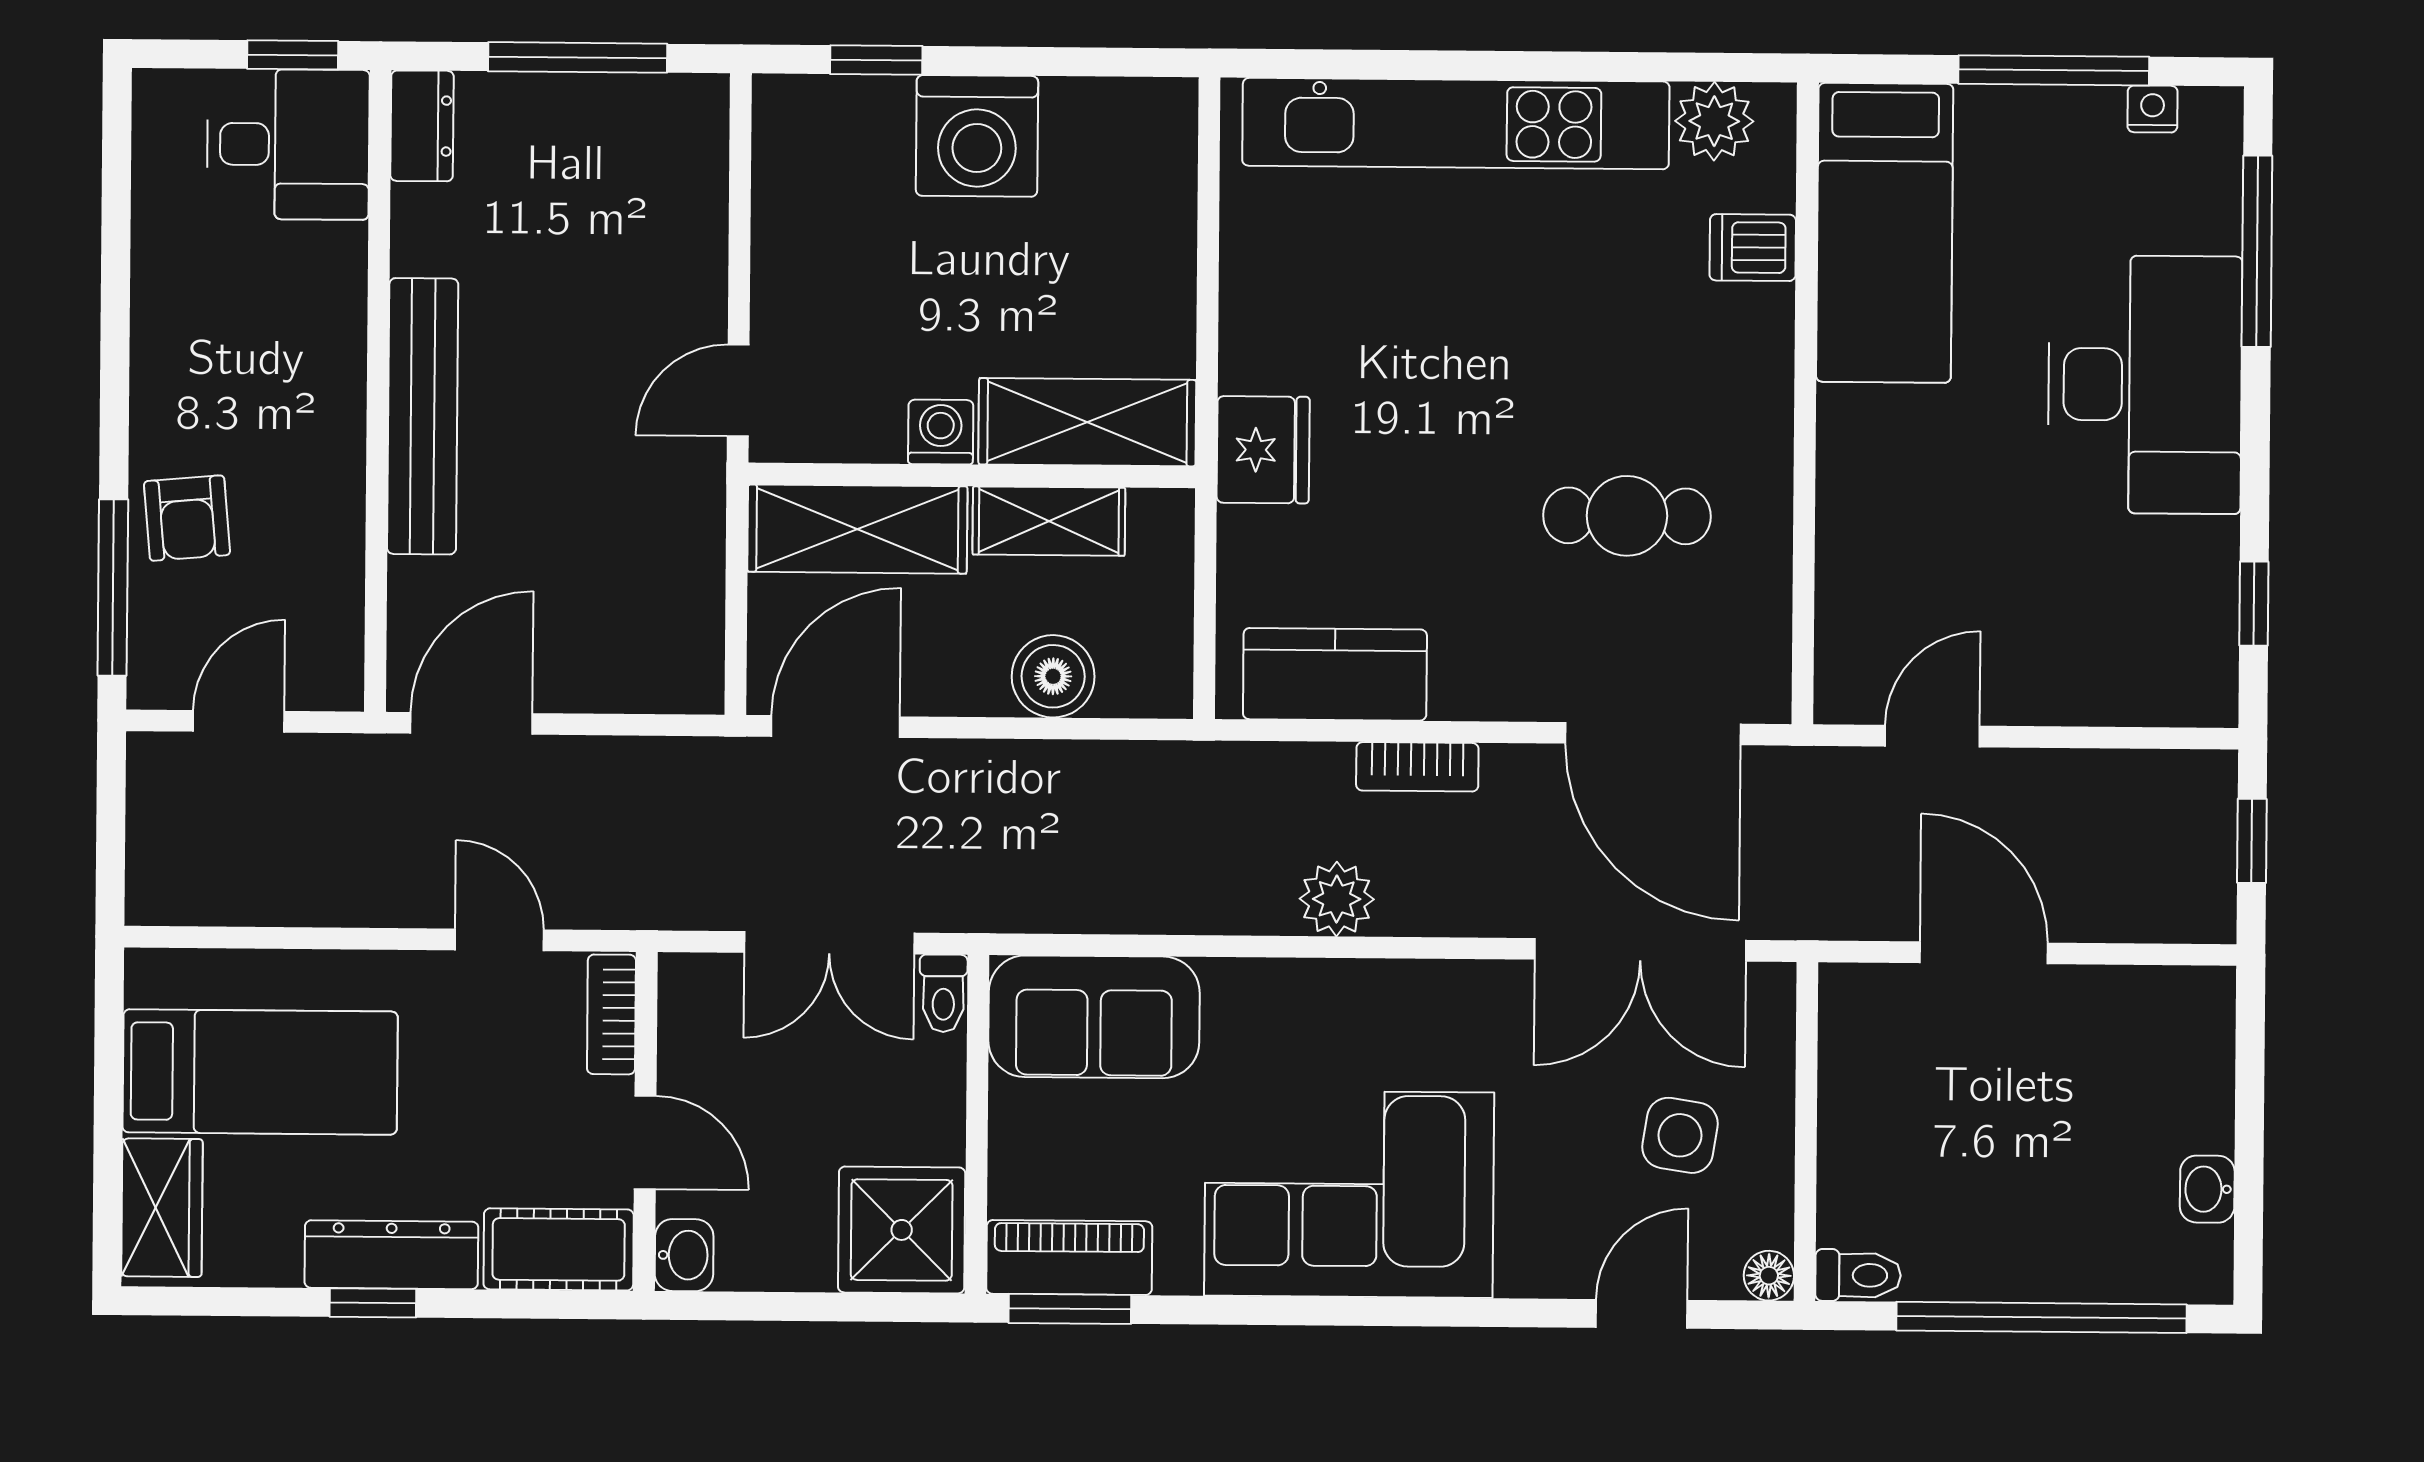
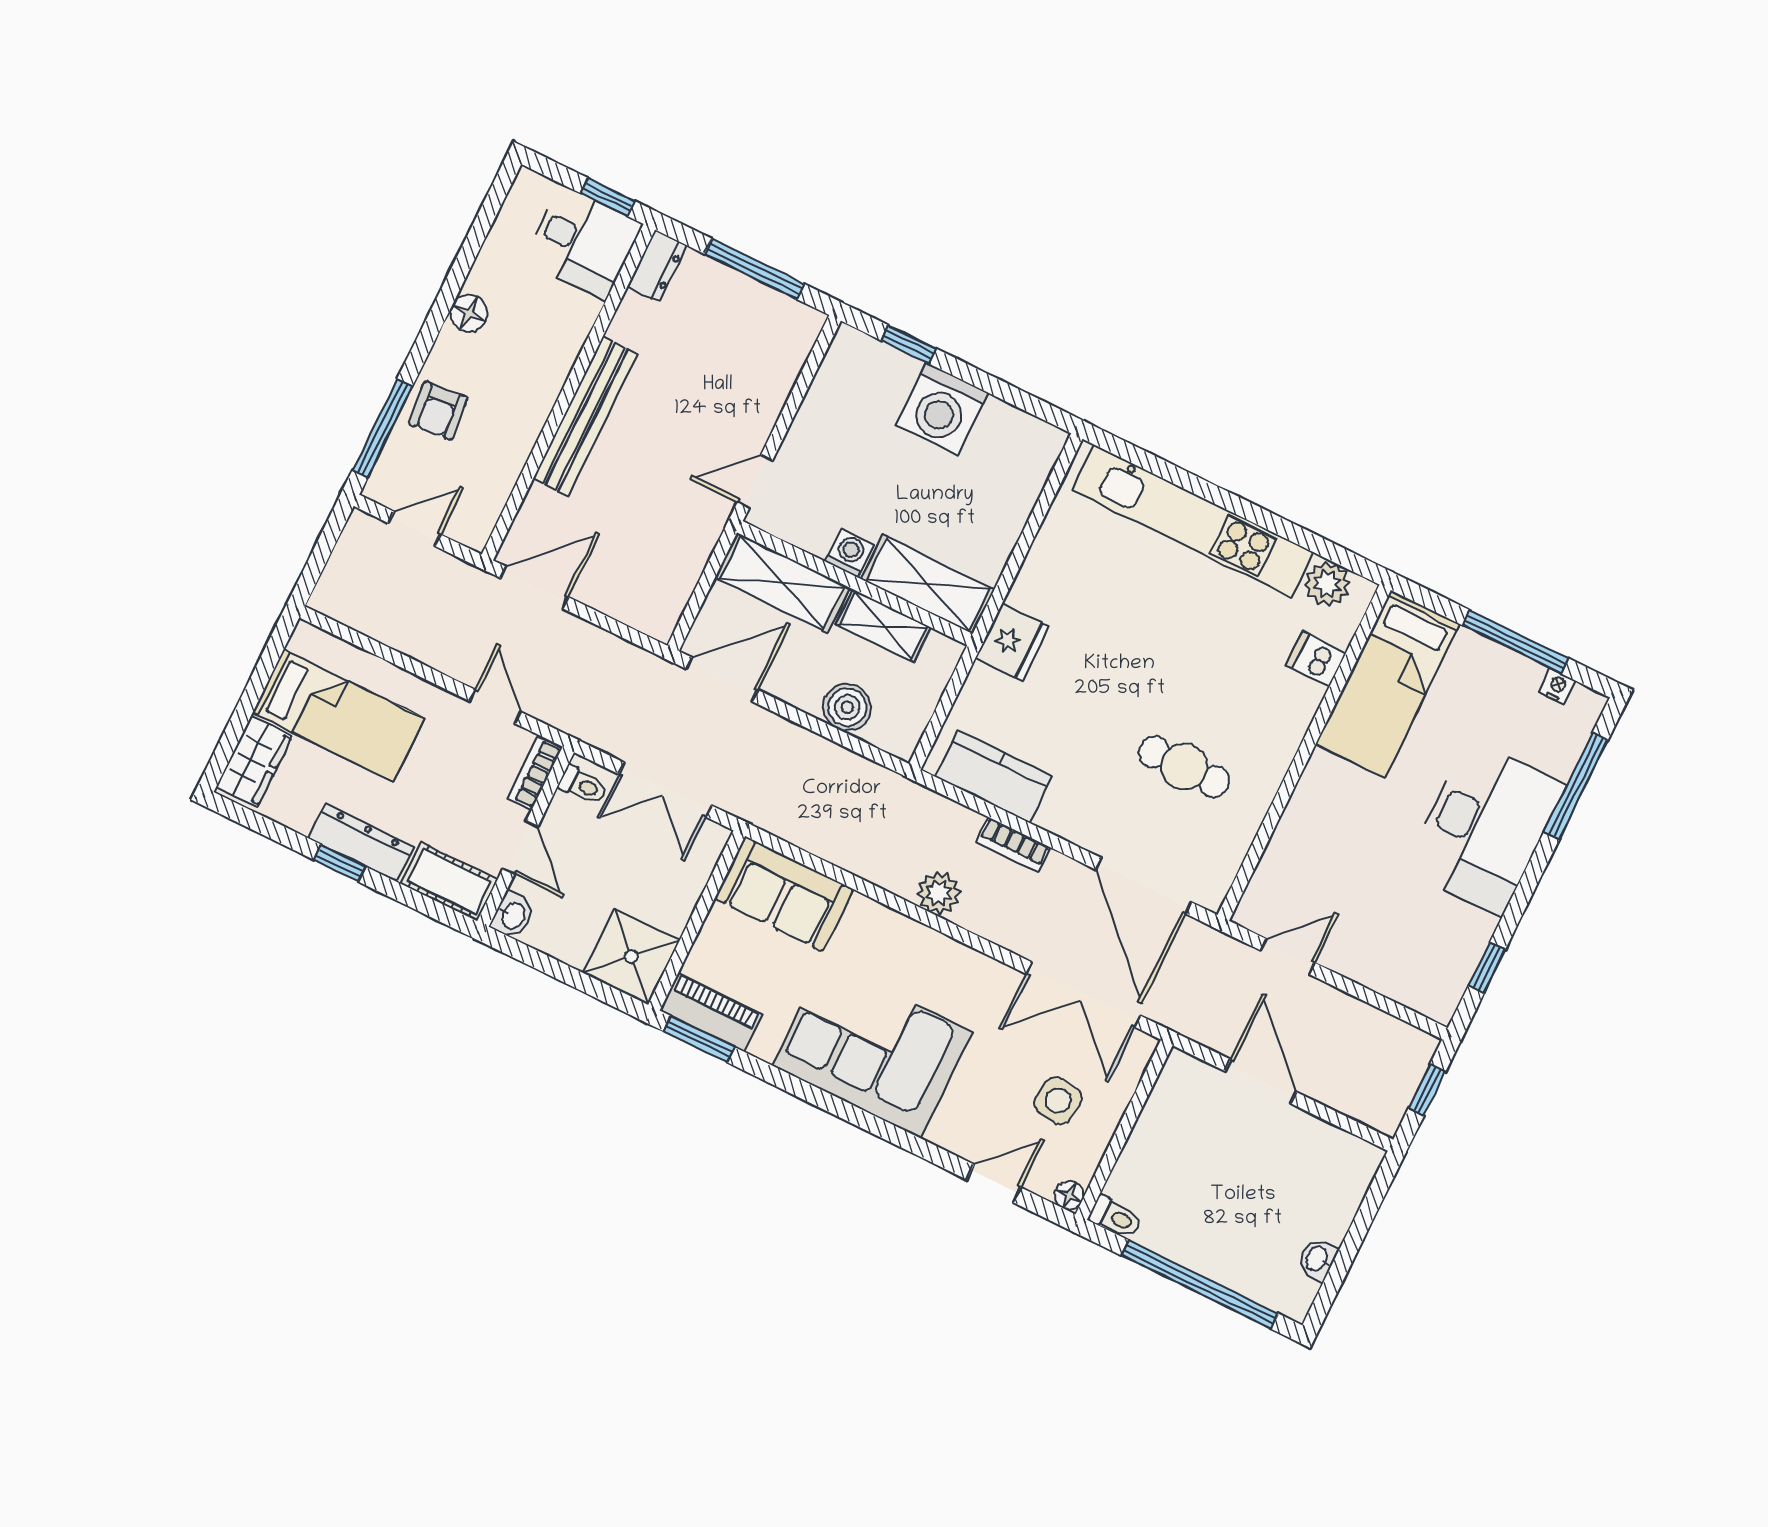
floor lamp: (162, 342) -> (469, 313), added
toilet: (943, 993) -> (583, 785), moved, turned -90

